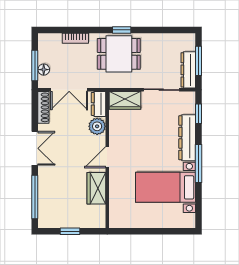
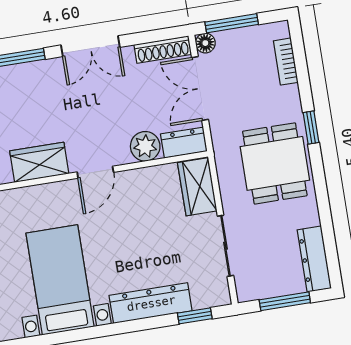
window: (122, 30) -> (311, 128), moved
bookcase: (75, 38) -> (286, 62), moved
floor lamp: (44, 70) -> (205, 43), moved
dresser: (188, 70) -> (314, 259), moved, turned -90
door: (107, 157) -> (95, 172), swing flipped
window: (198, 163) -> (110, 330), removed

